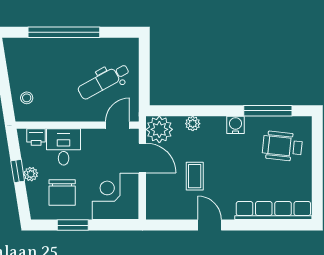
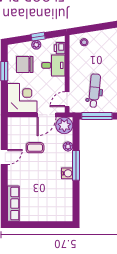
window: (144, 78) -> (97, 116), added
dental chair: (104, 81) -> (95, 91), turned 34
window: (268, 111) -> (76, 165), moved
door: (117, 125) -> (67, 99), swing flipped
wheelchair: (282, 146) -> (54, 203), removed
row of seats: (273, 211) -> (13, 204), width x0.73

